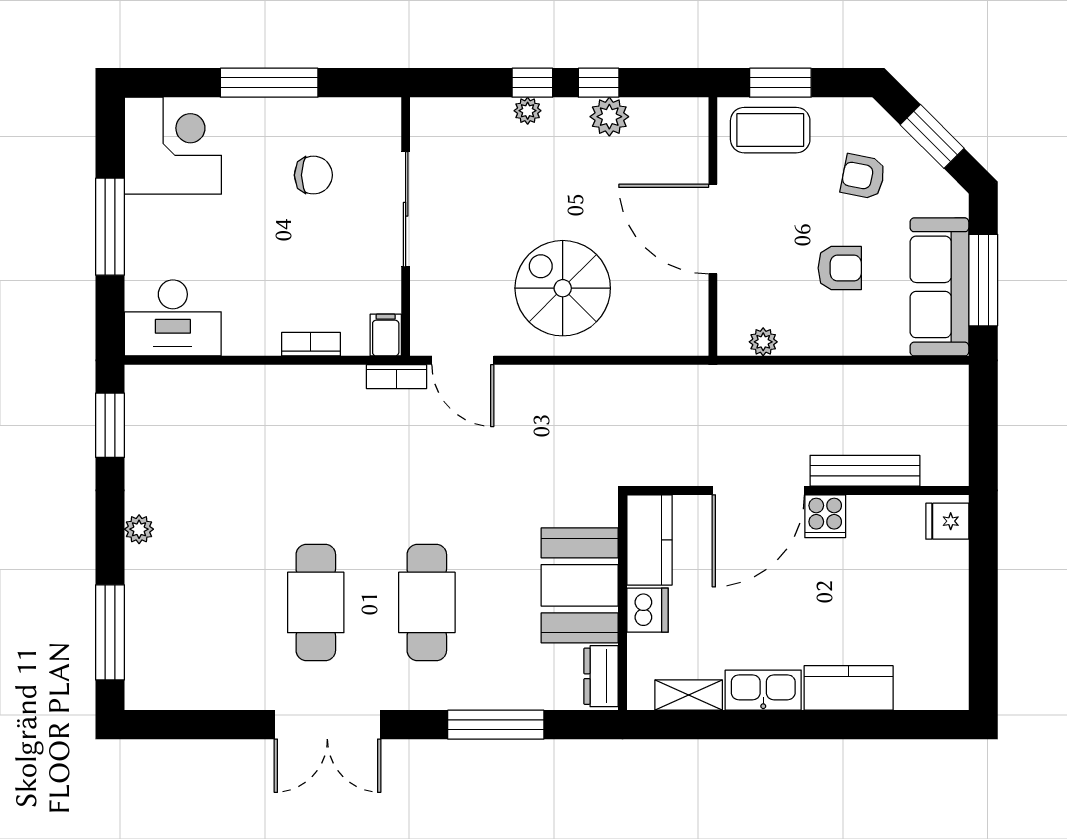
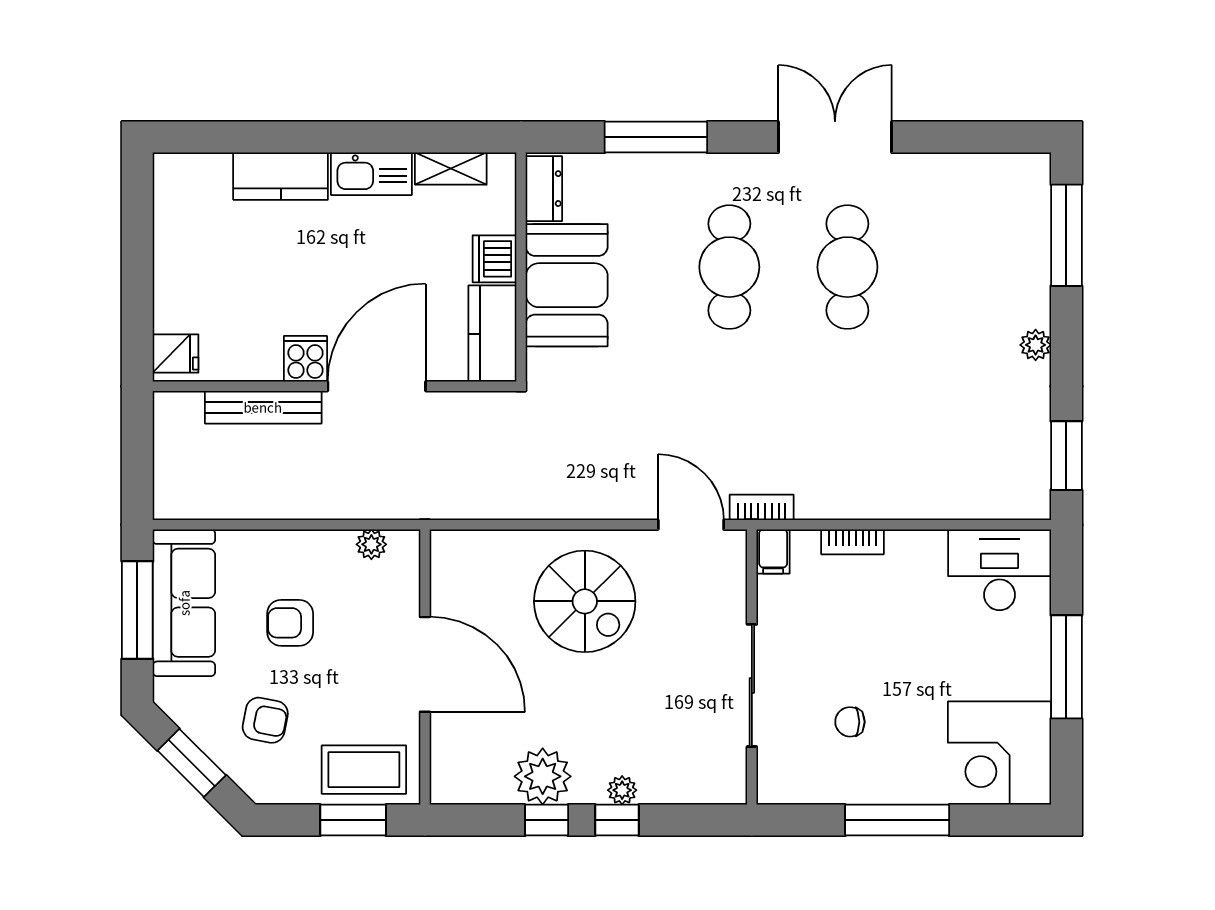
plant: (609, 117) -> (543, 776), width x1.36, depth x1.36
chair: (313, 175) -> (850, 722), width x0.73, depth x0.73

